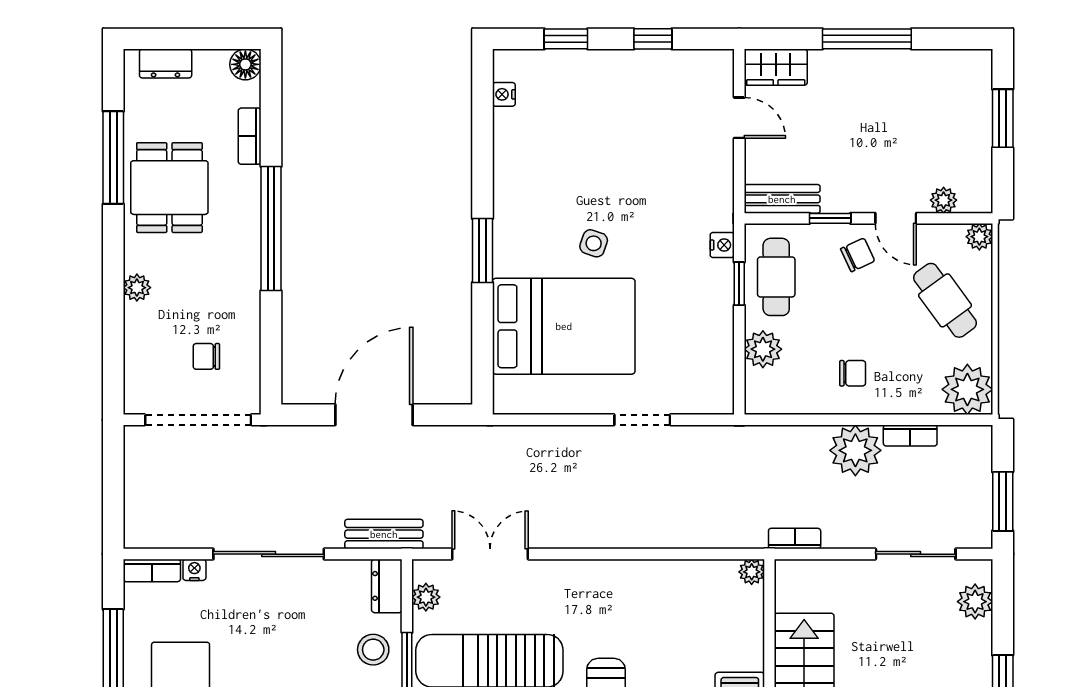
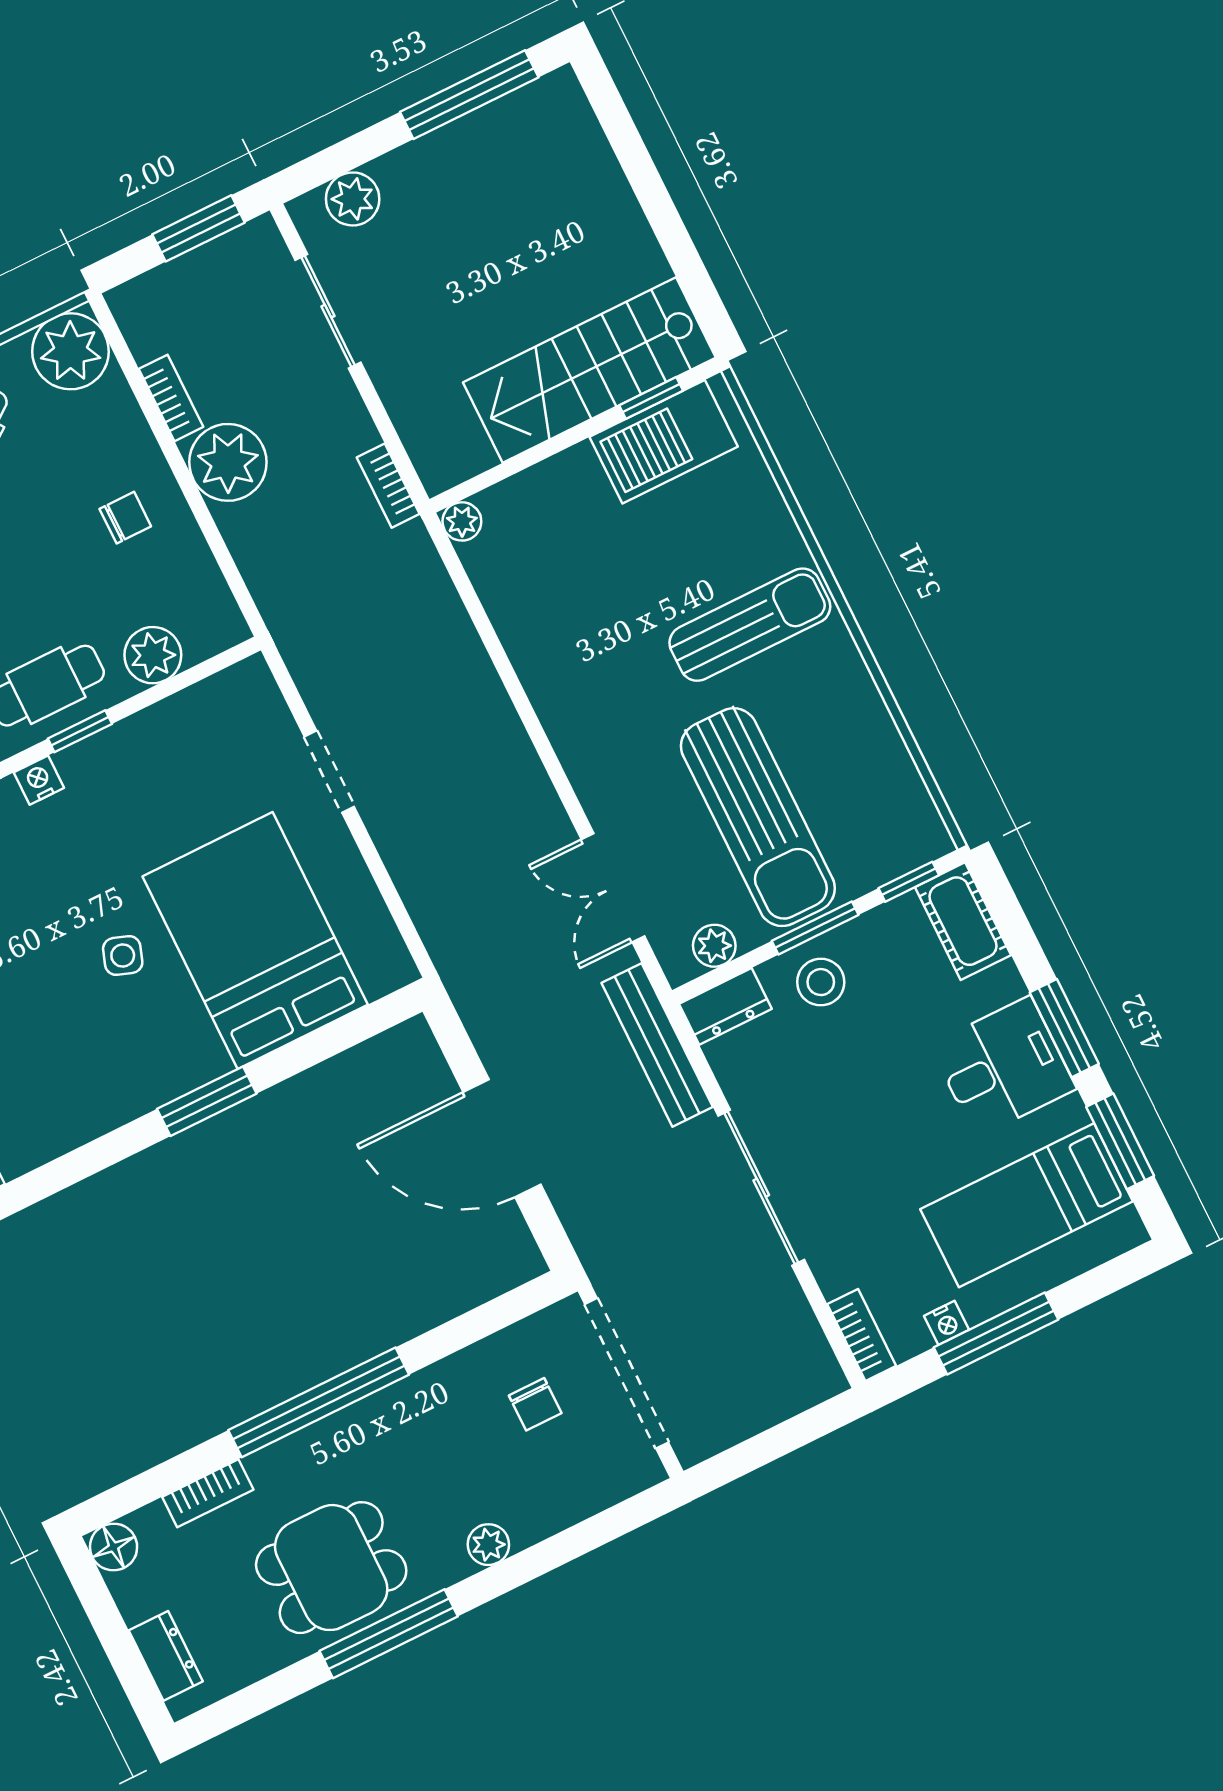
window: (113, 158) -> (389, 1634), moved
chair: (853, 373) -> (125, 518), turned 90
bench: (384, 534) -> (657, 1045), width x1.36
nightstand: (194, 570) -> (946, 1323), moved, turned -90

